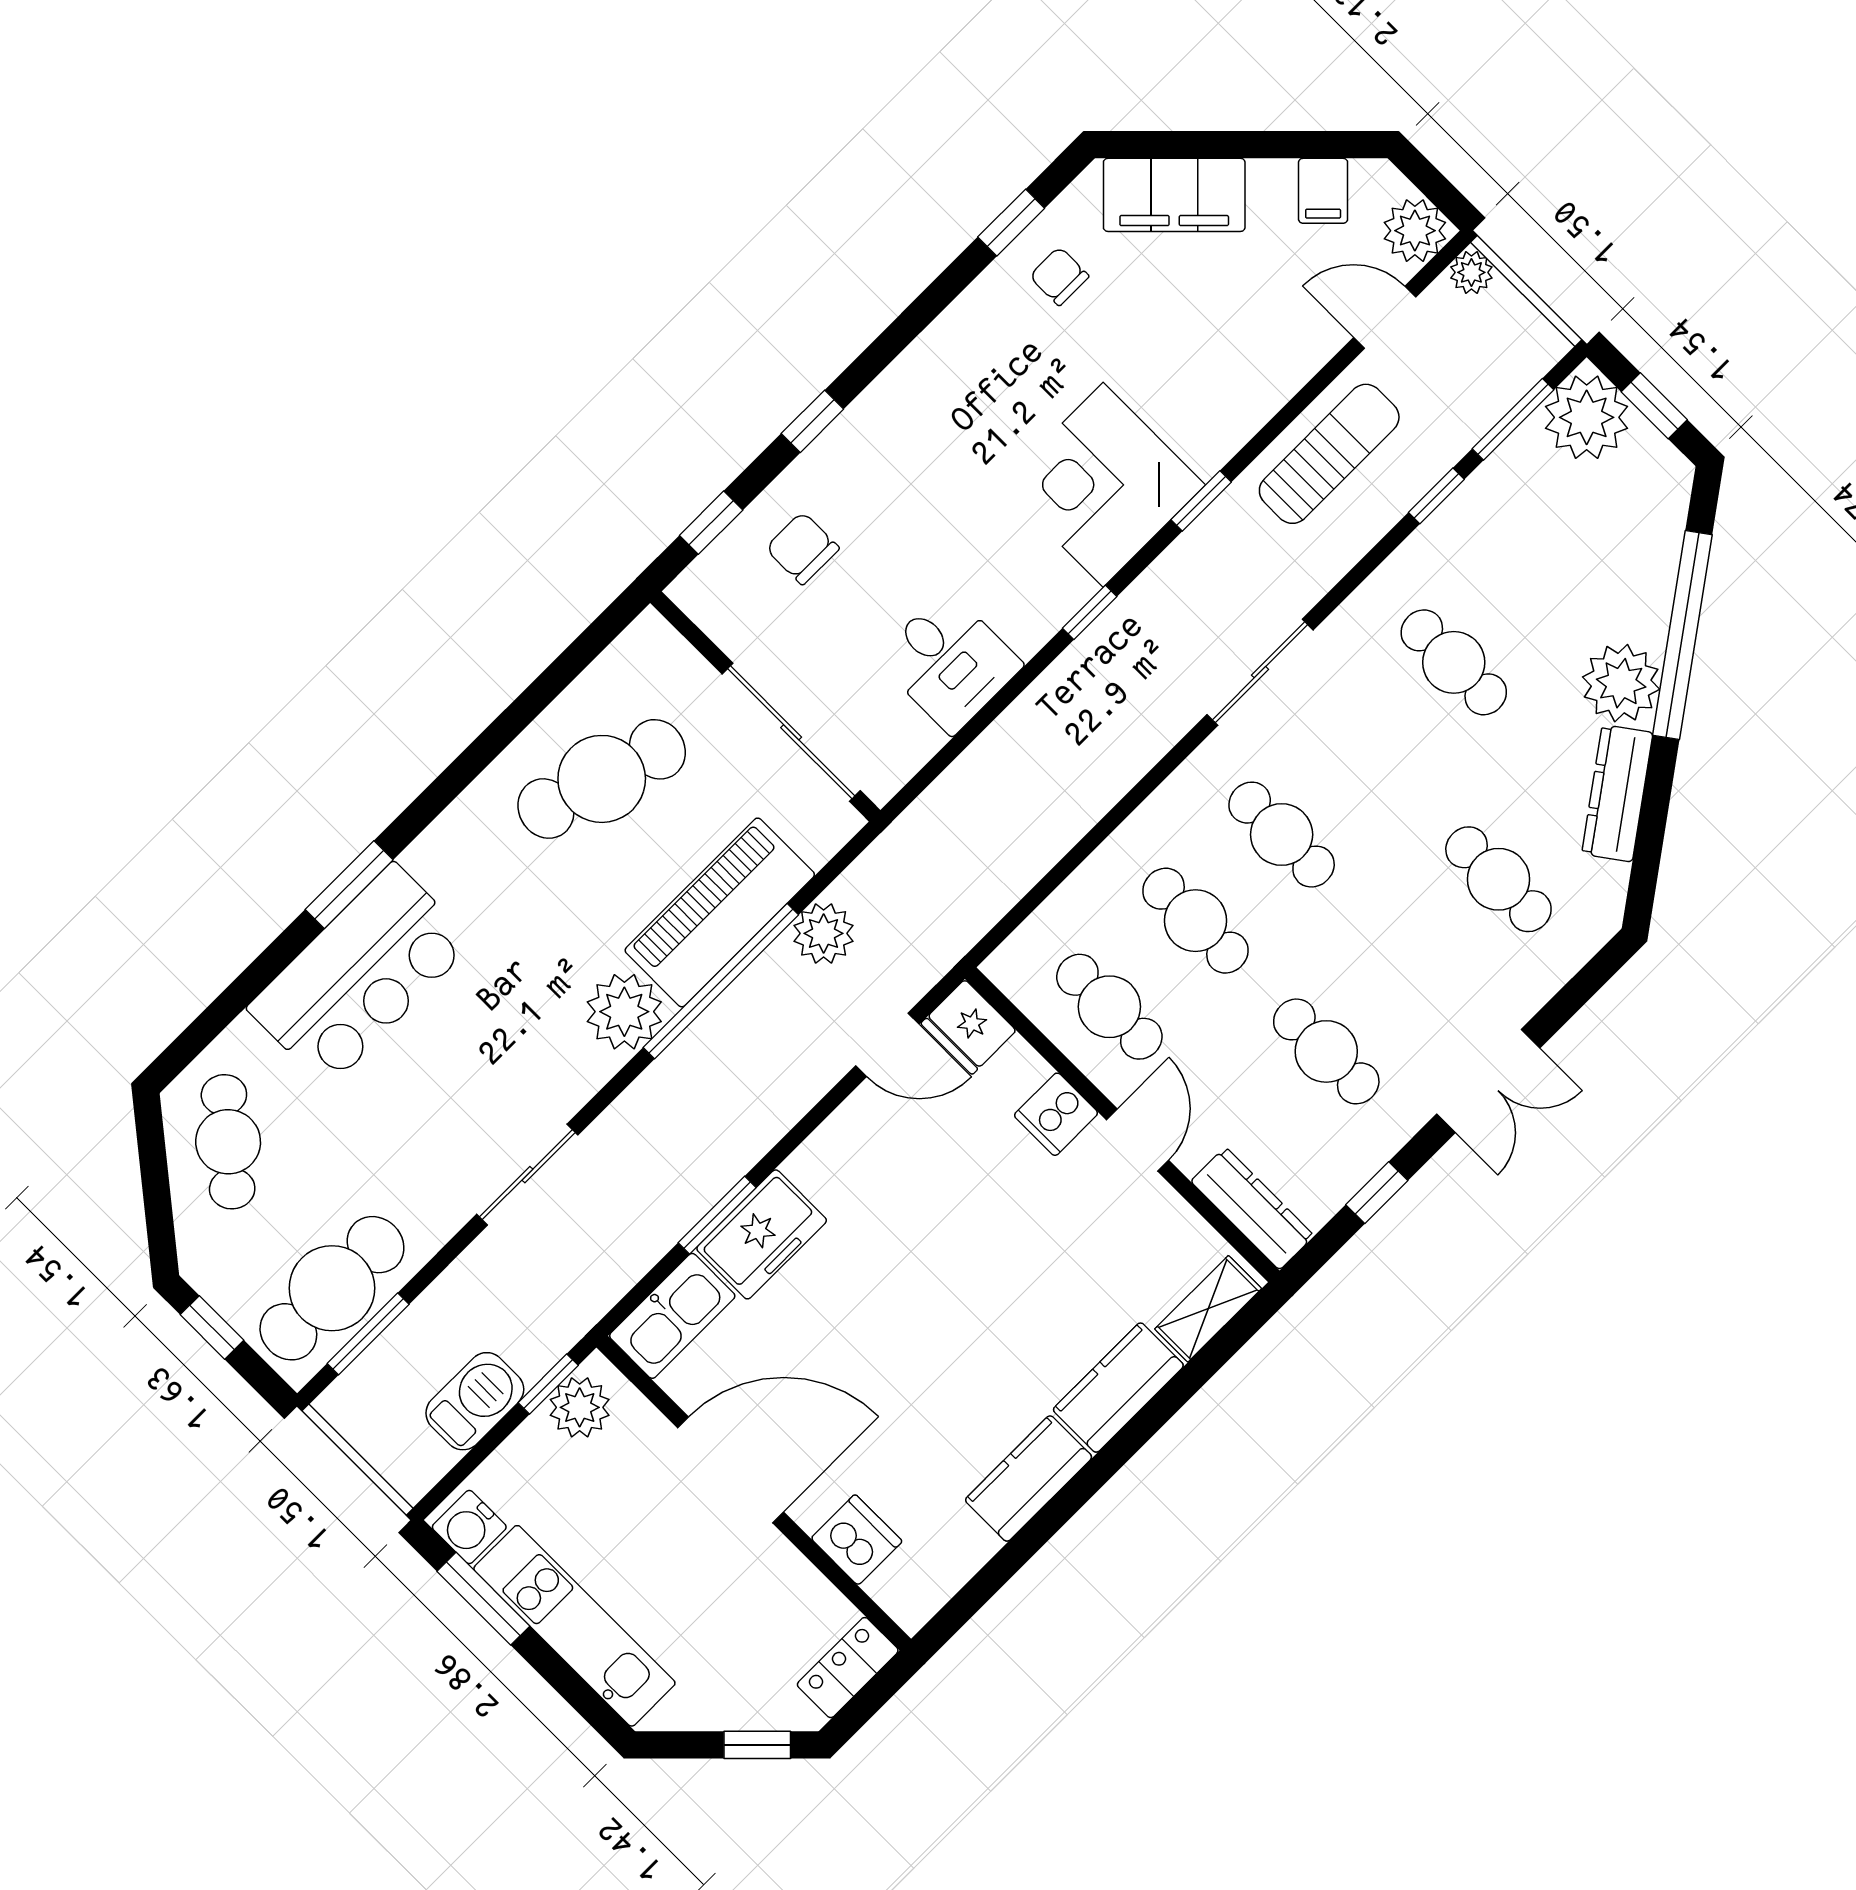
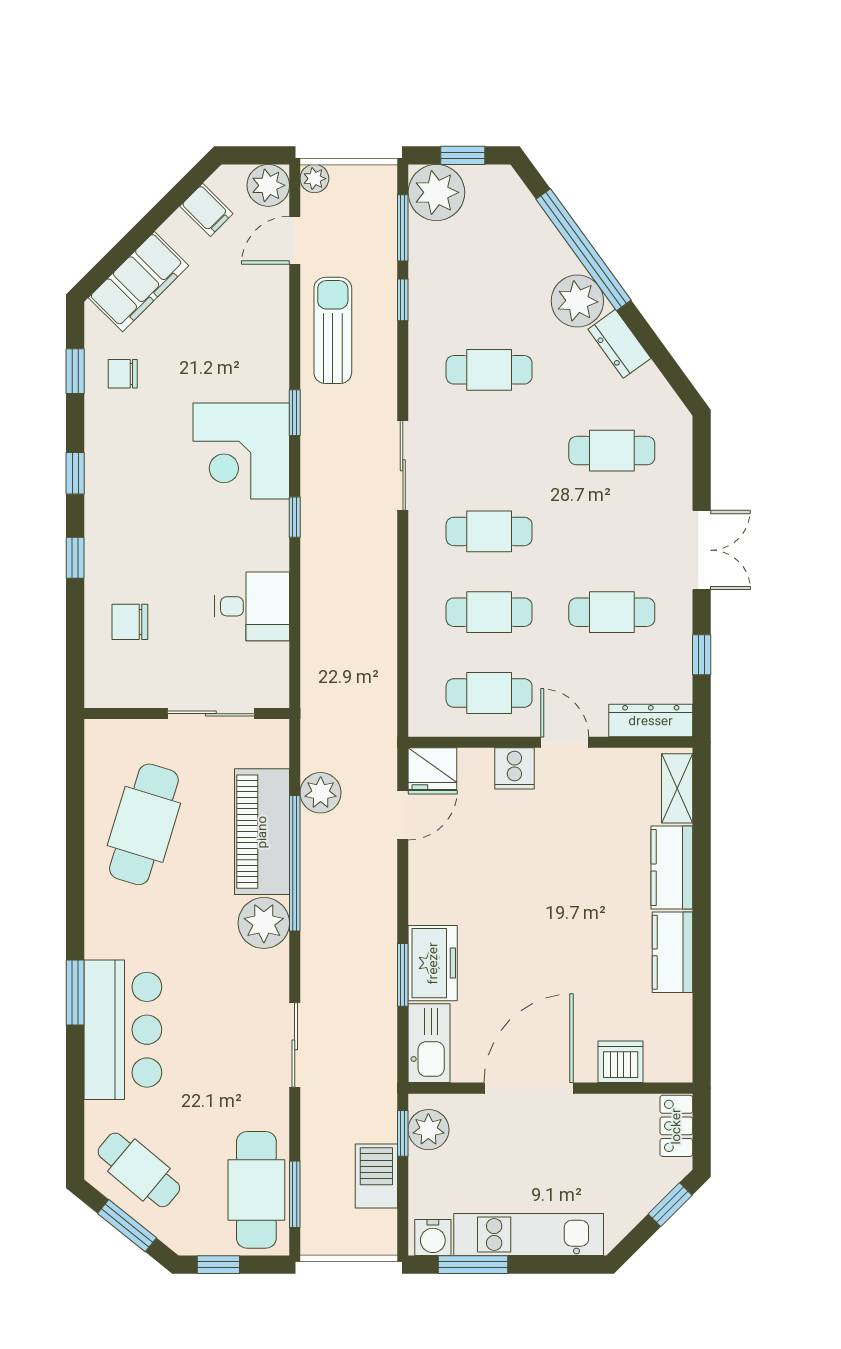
window: (711, 523) -> (75, 473), moved
sliding door: (791, 732) -> (211, 714), width x0.73
dresser: (1617, 793) -> (619, 344), width x0.70
window: (156, 1188) -> (127, 1226), added

